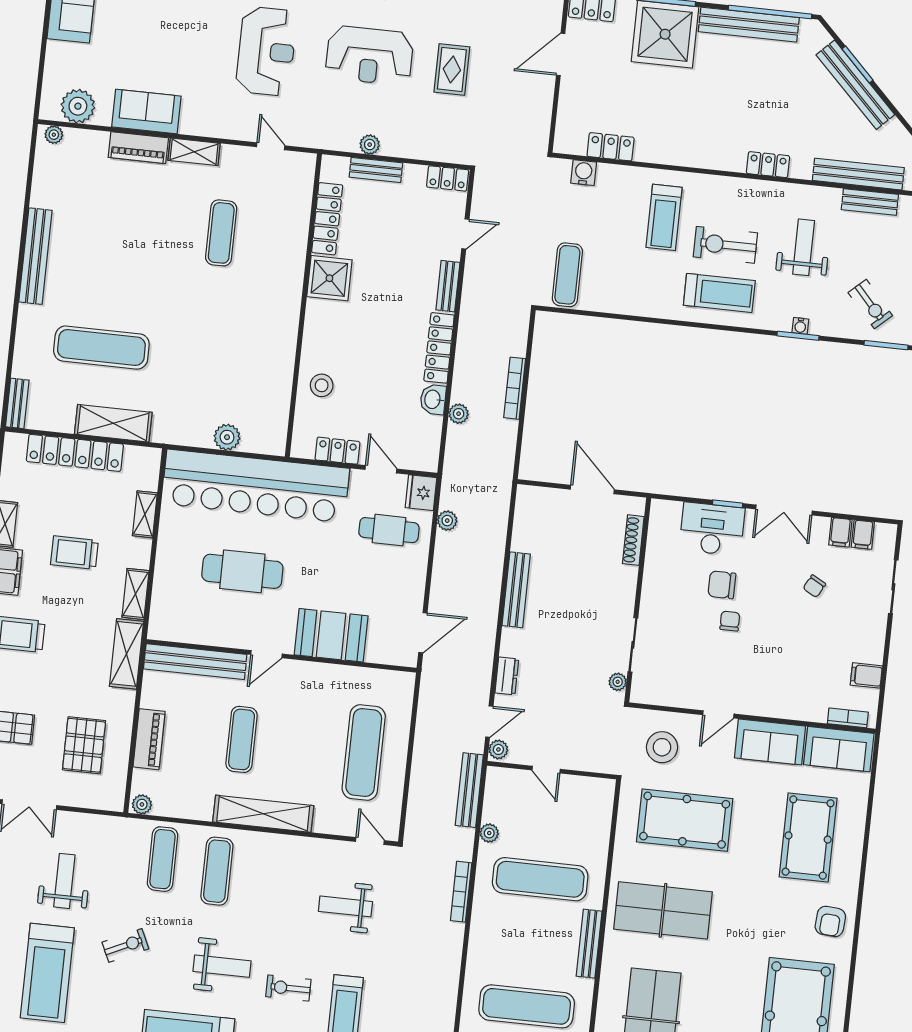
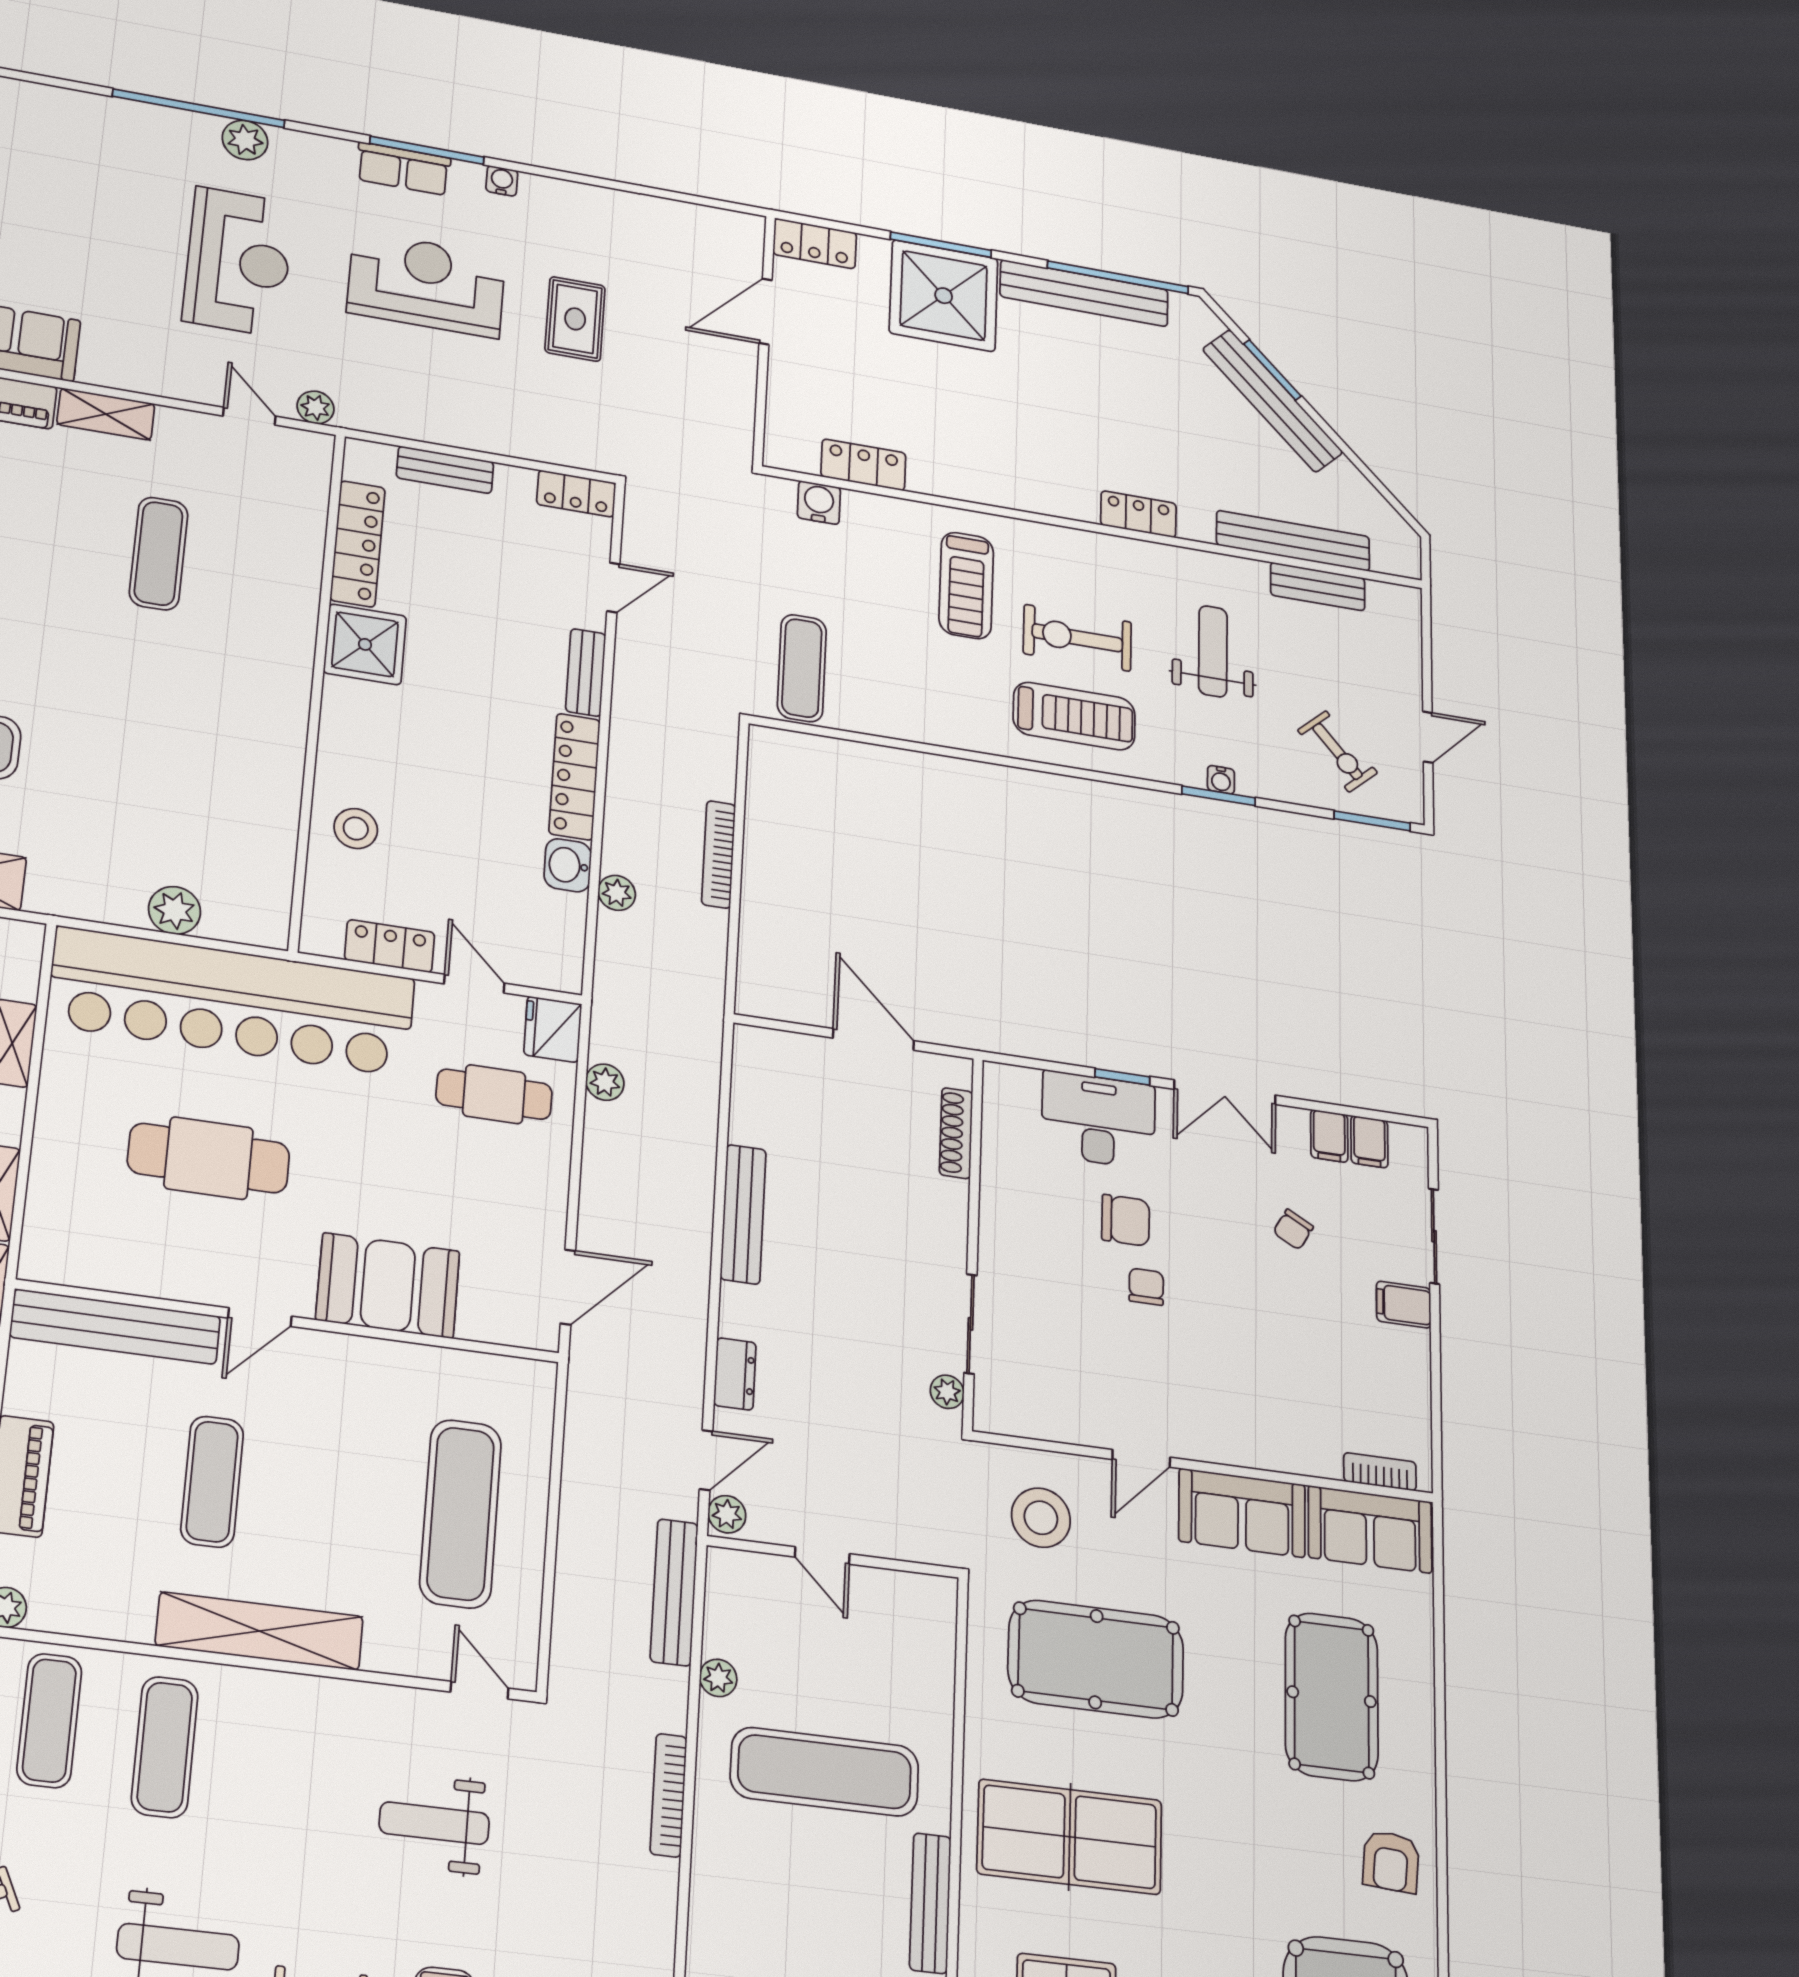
reception desk: (369, 55) -> (426, 284), turned 180
plant: (370, 145) -> (315, 407), moved
chair: (722, 585) -> (1126, 1220), turned 180
filing cabinet: (866, 675) -> (1404, 1305), moved

